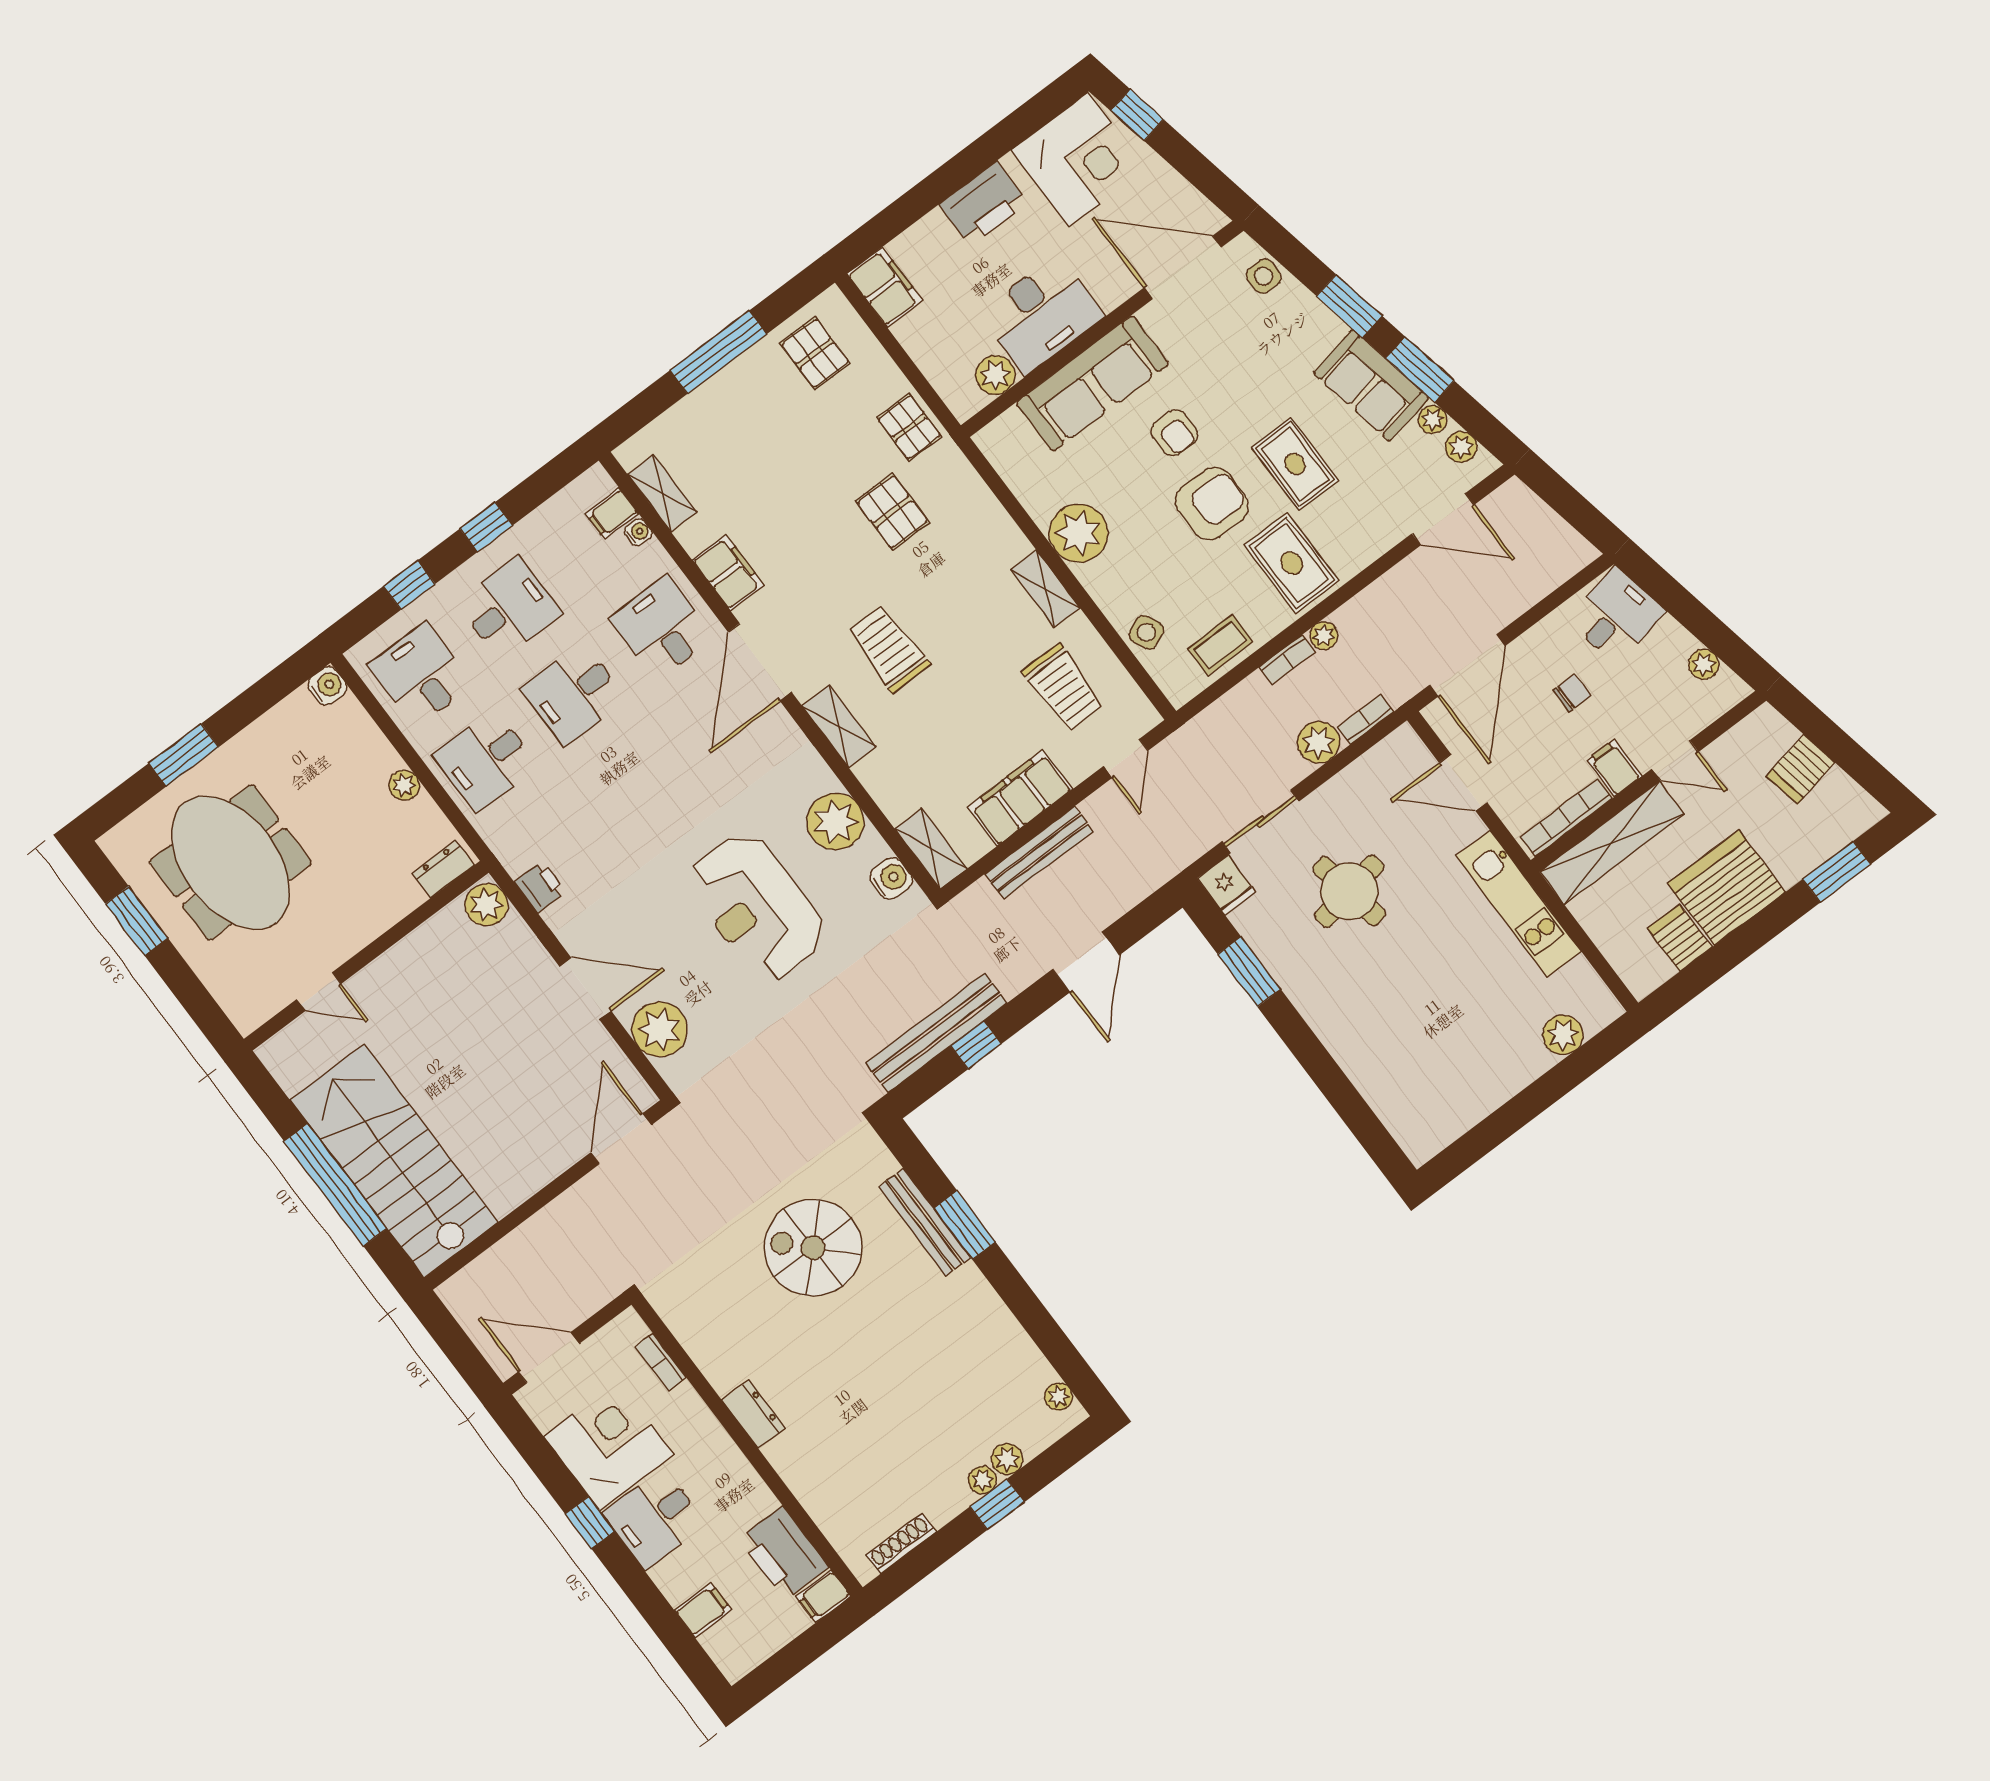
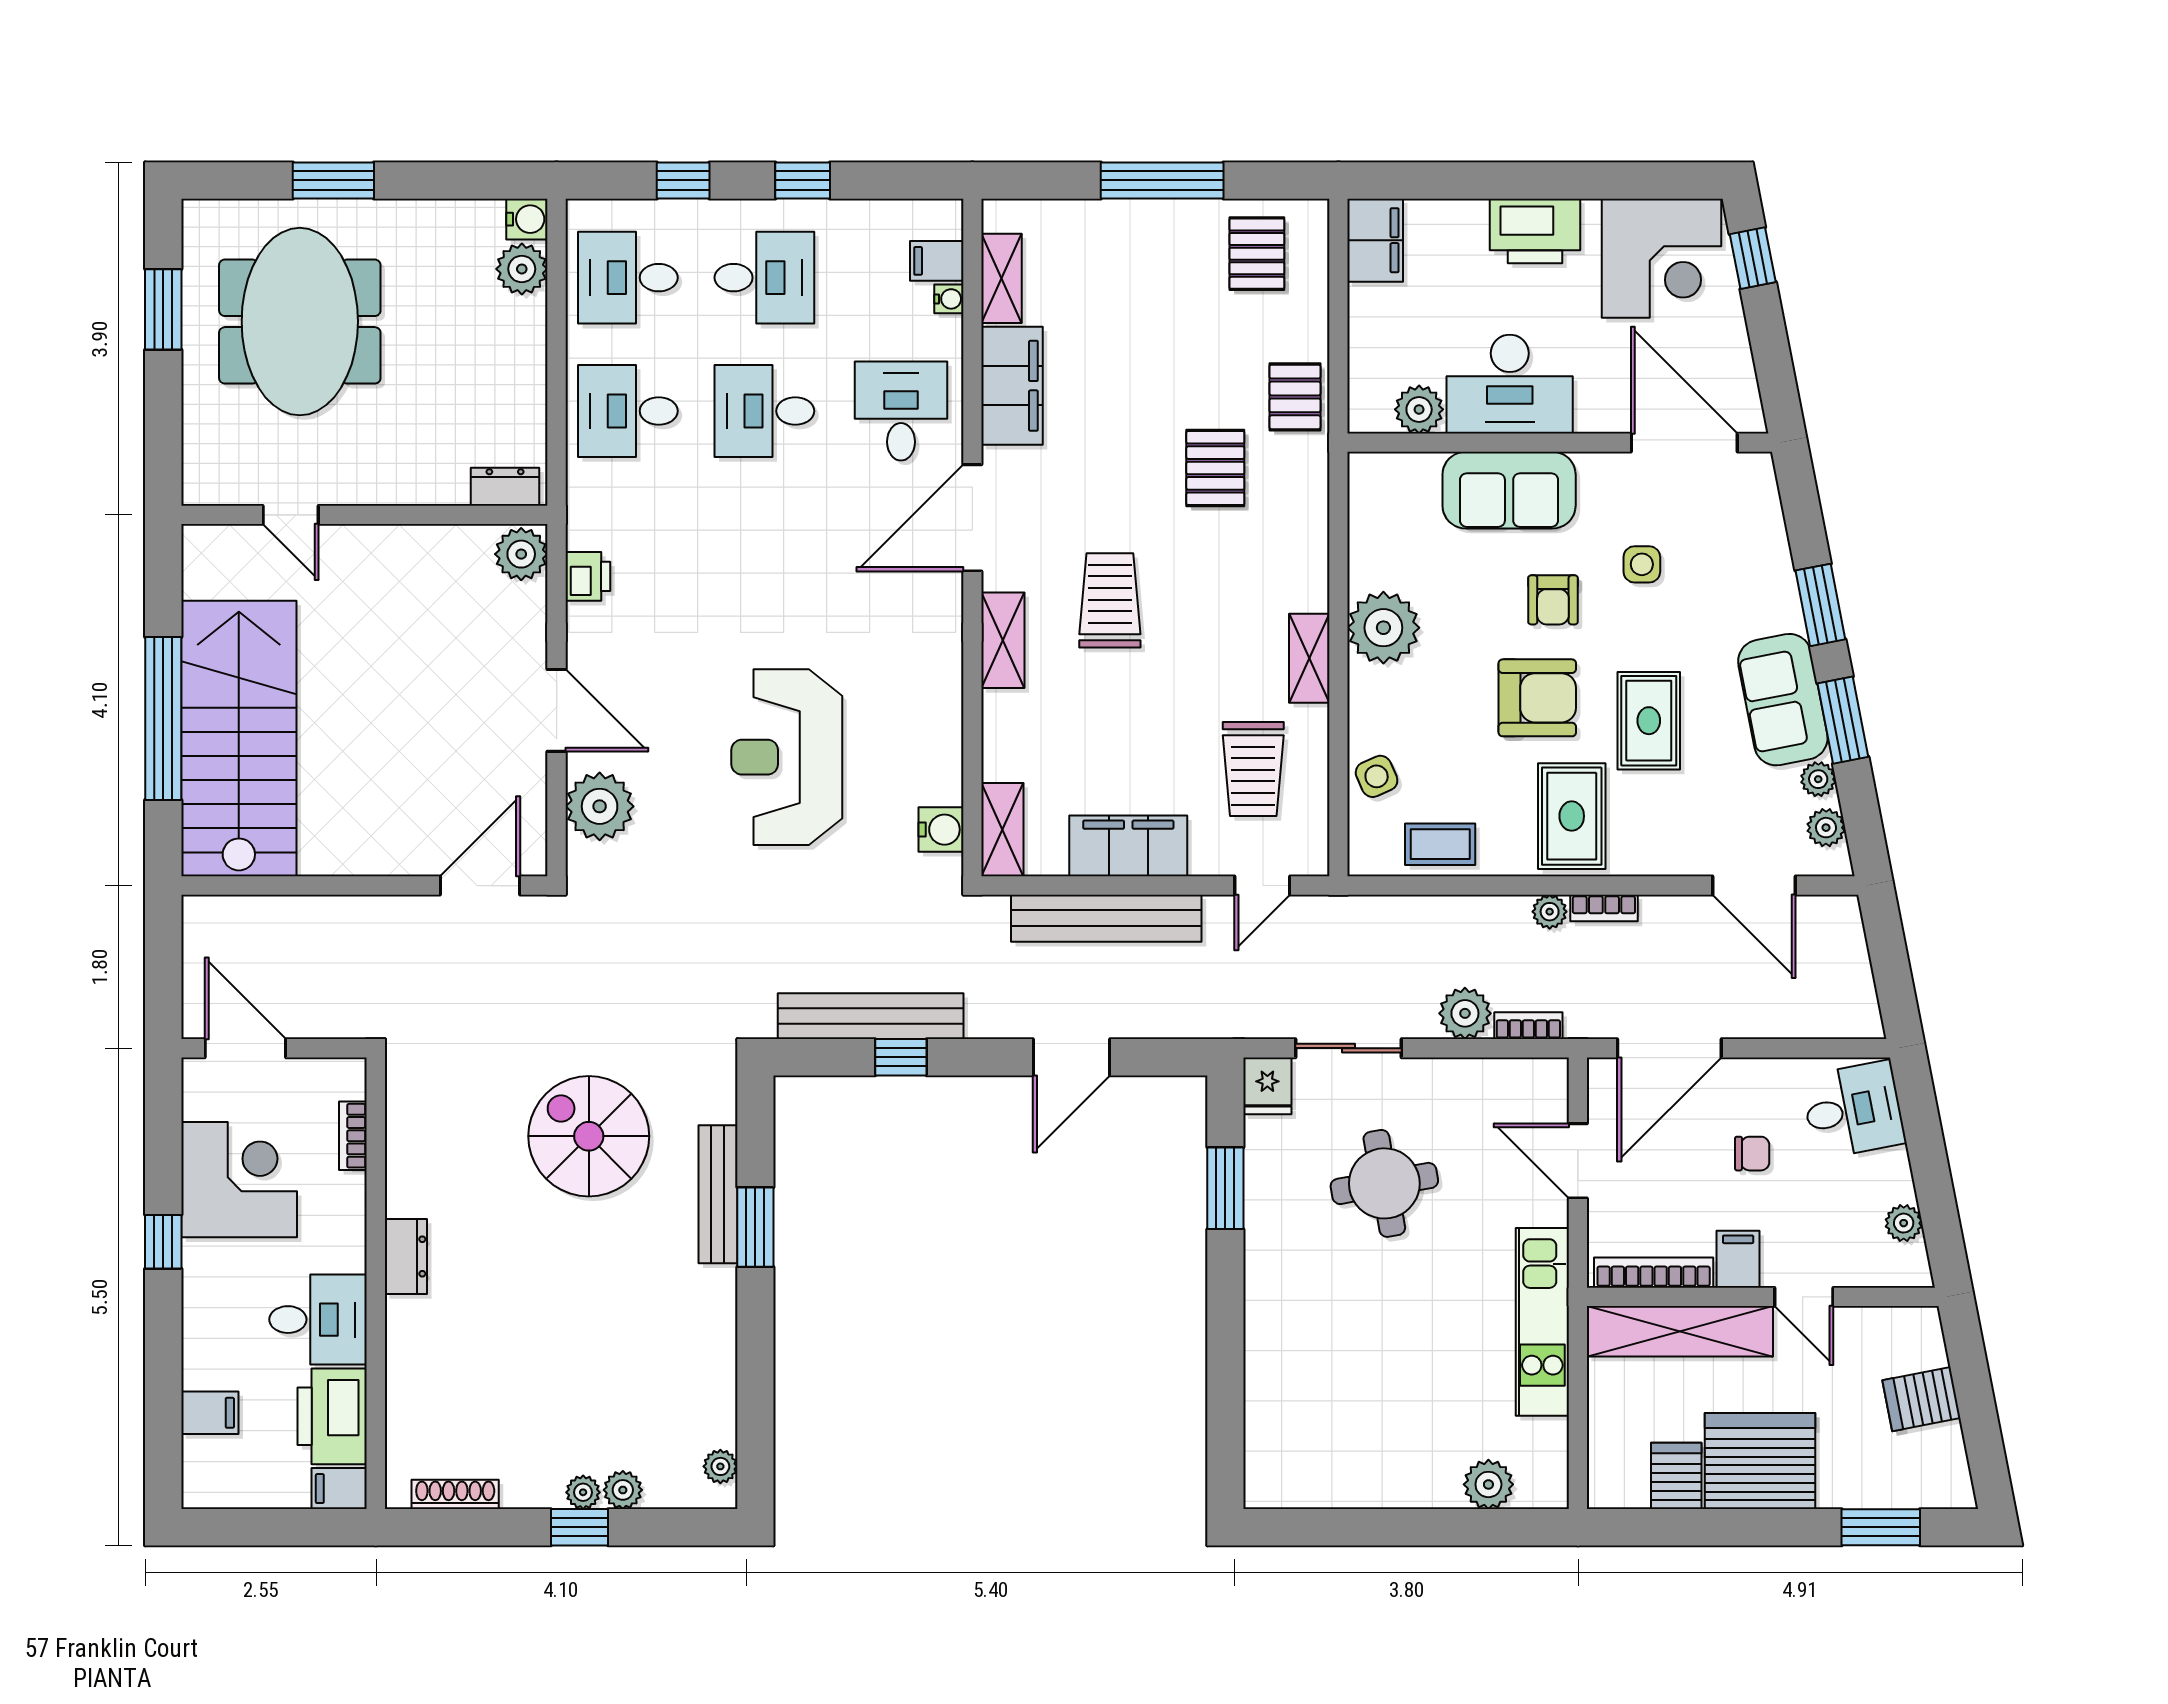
side table: (1264, 276) -> (1642, 564), moved
sofa: (1093, 383) -> (1509, 490), width x0.73
filing cabinet: (728, 572) -> (1012, 386), width x1.50, depth x1.17
bookcase: (1287, 660) -> (1604, 908), moved
desk: (421, 675) -> (628, 278), turned -90
plant: (404, 785) -> (522, 269), moved, width x1.38, depth x1.38
plant: (835, 822) -> (928, 732), removed
bench: (1039, 853) -> (1106, 918), width x1.37, depth x1.21
desk: (654, 1519) -> (318, 1320), moved, turned 180

